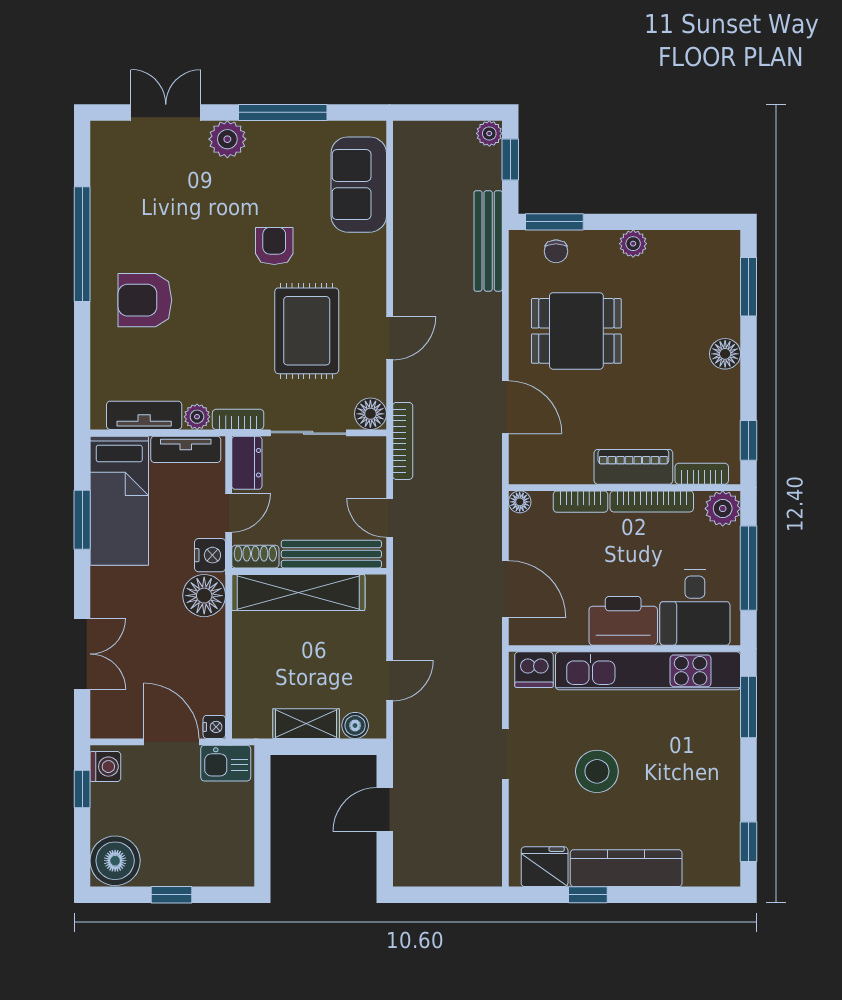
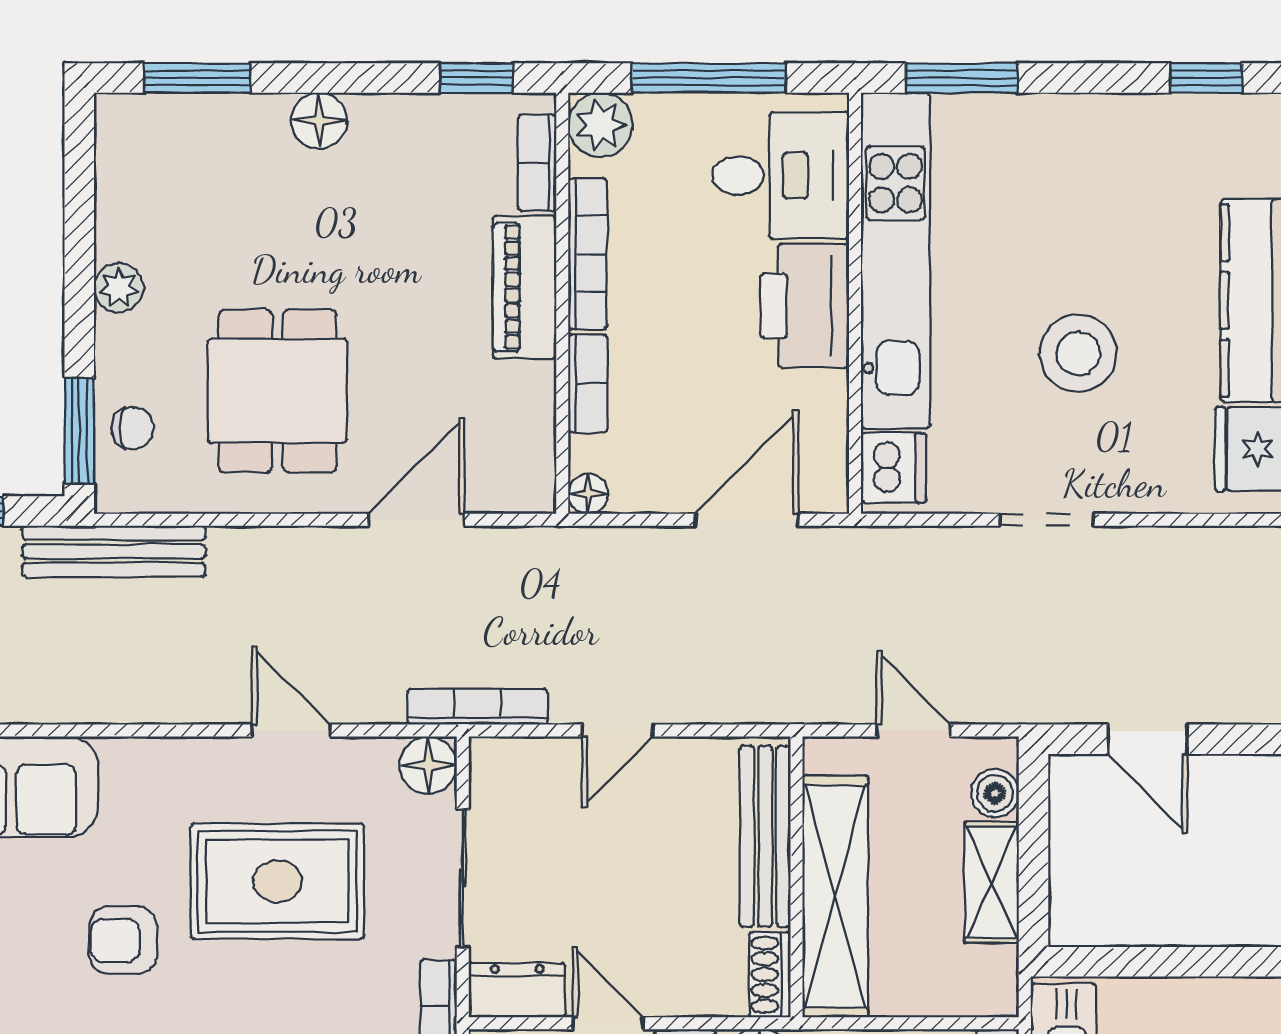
bench: (331, 554) -> (765, 836), moved
shoe rack: (255, 557) -> (770, 975), moved
wall: (309, 571) -> (796, 877), moved
shelving: (298, 593) -> (835, 897), moved

